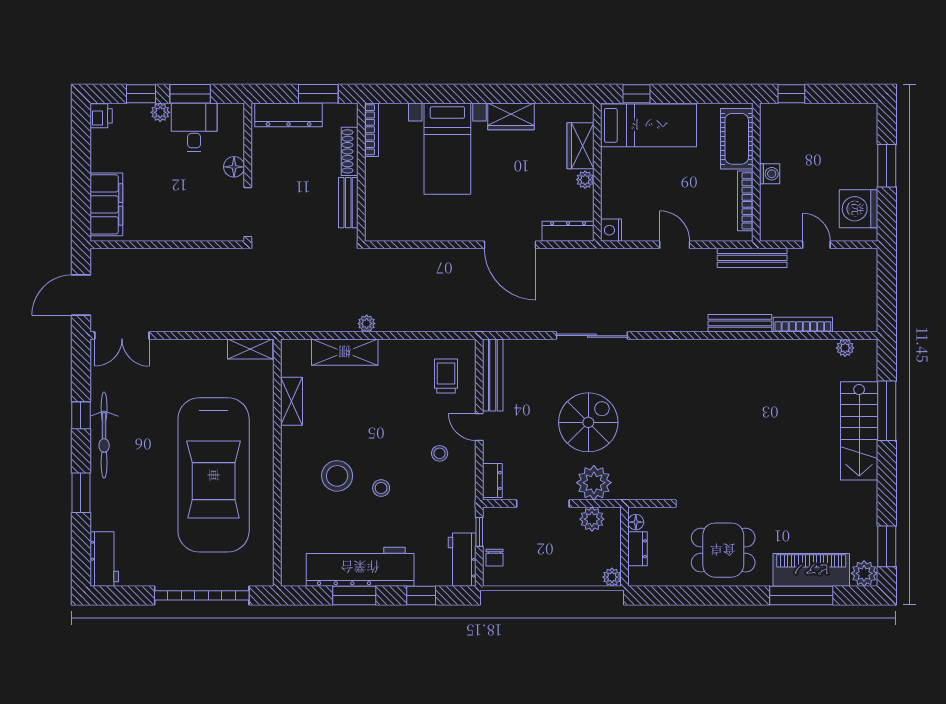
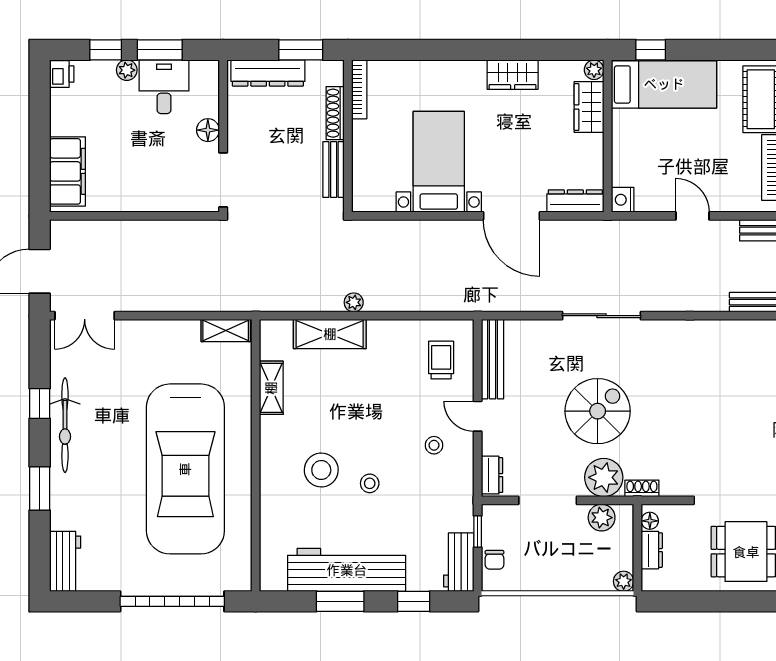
bed with nightstands: (447, 149) -> (439, 162), moved, turned 180
plant: (585, 180) -> (594, 70), moved
shoe rack: (629, 493) -> (642, 488), added

